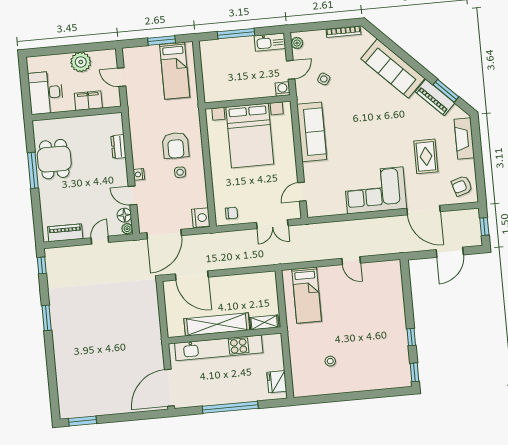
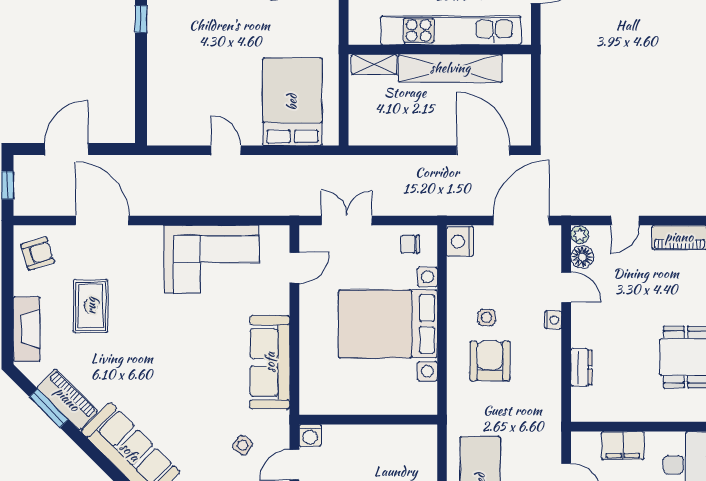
bed with nightstands: (250, 136) -> (388, 324), moved, turned -90
corner sofa: (375, 190) -> (211, 259), moved
bed: (307, 295) -> (292, 102), width x1.50

